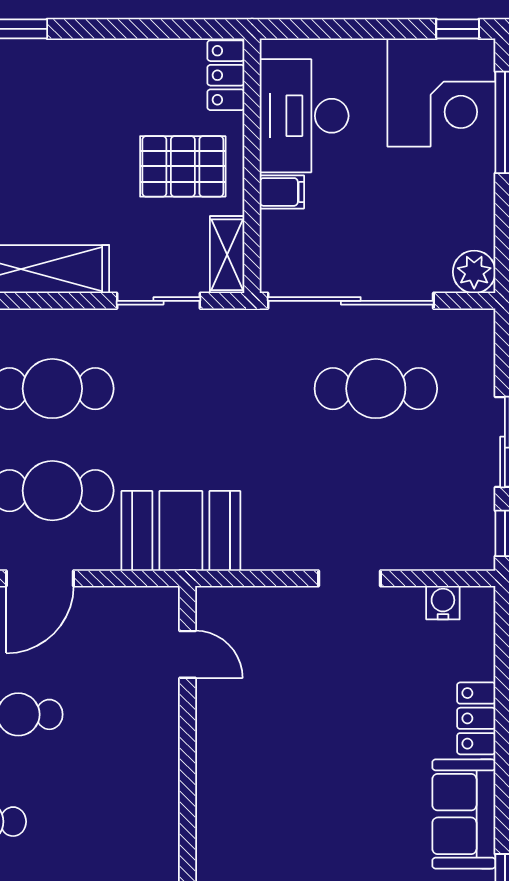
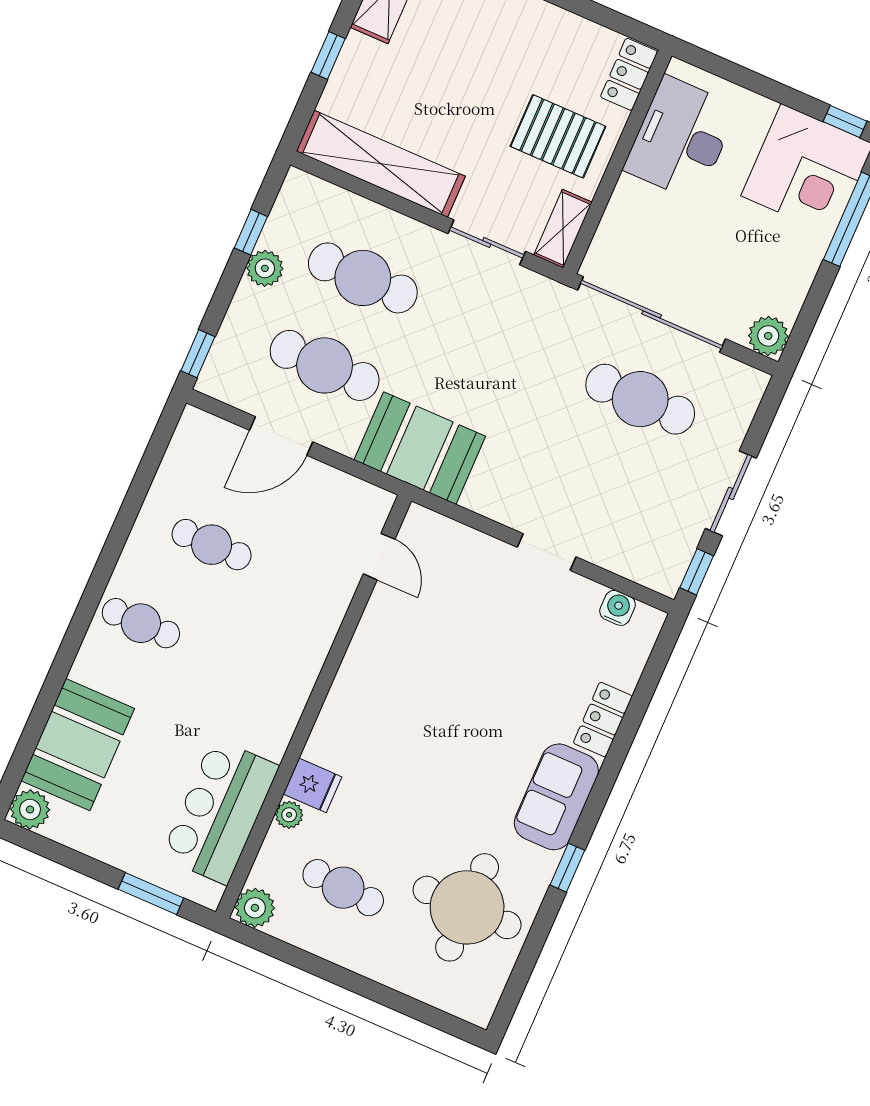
filing cabinet: (282, 192) -> (633, 195), removed

